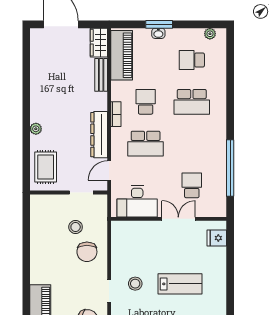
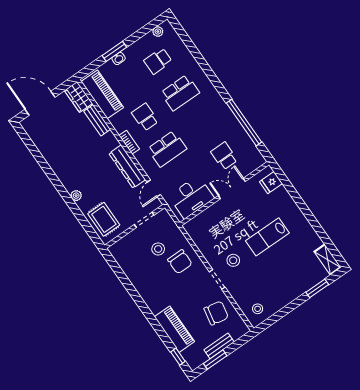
lab bench: (180, 284) -> (267, 237), turned 180

